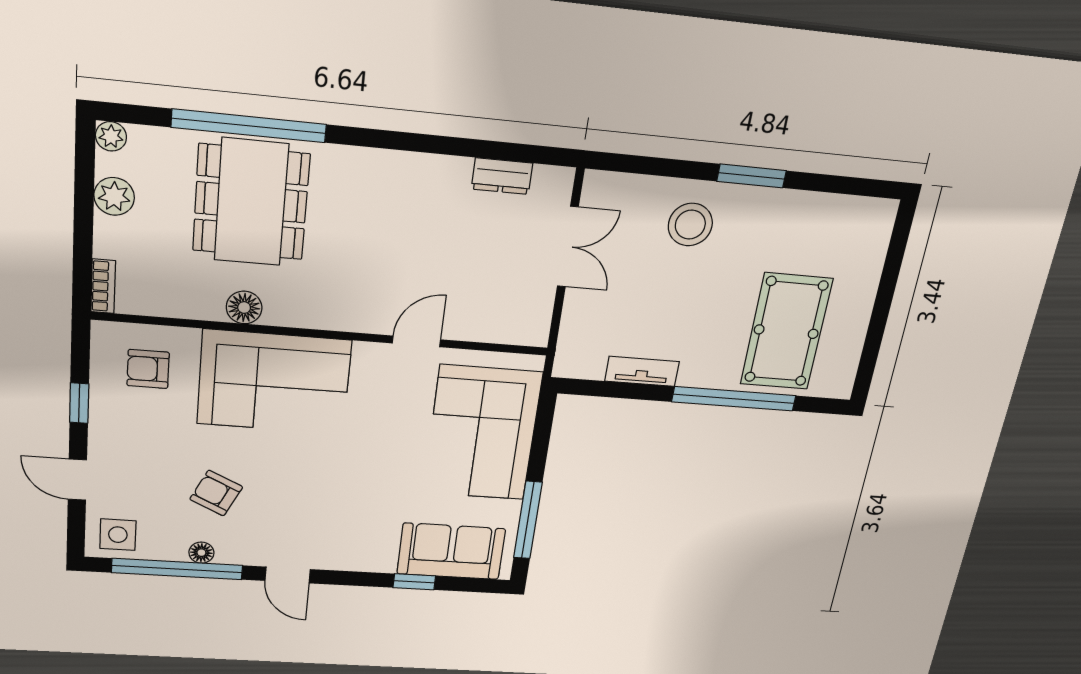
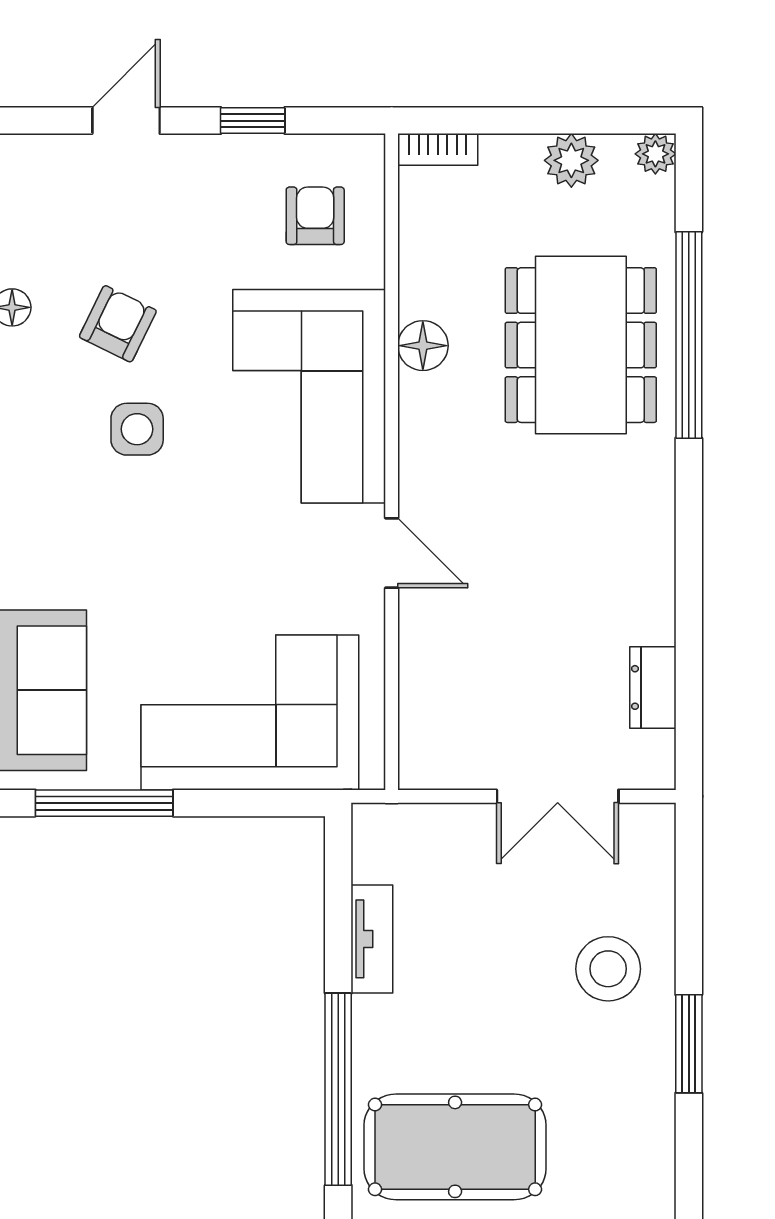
dining table: (251, 202) -> (581, 345), turned 90
door: (416, 341) -> (392, 553), moved
side table: (118, 535) -> (137, 429), moved

